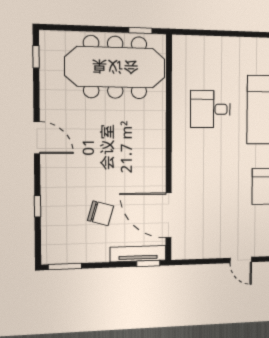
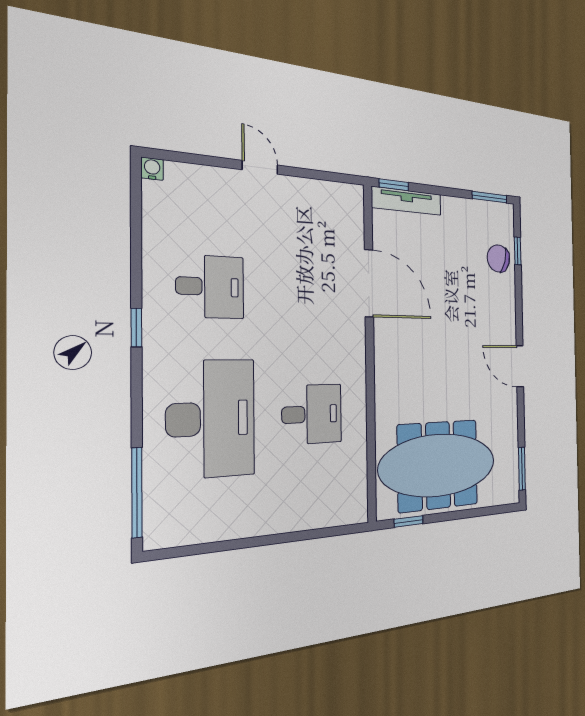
window: (36, 57) -> (522, 469), width x1.50
window: (38, 206) -> (518, 251), moved
chair: (101, 213) -> (498, 258), moved
door: (169, 215) -> (369, 283), moved

